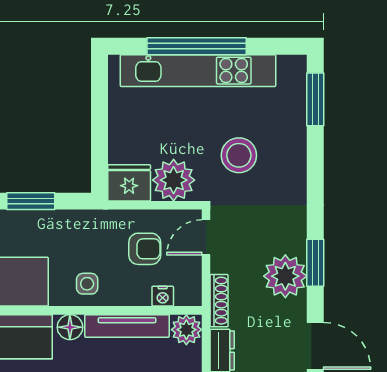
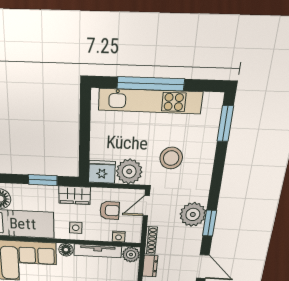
wardrobe: (84, 225) -> (75, 195), added
plant: (285, 276) -> (193, 214), moved

